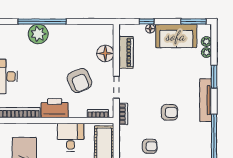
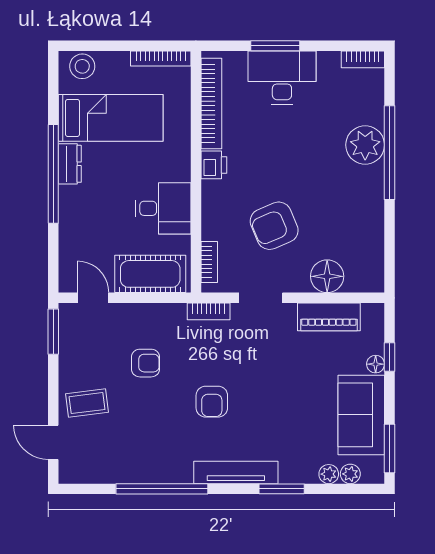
printer: (55, 108) -> (214, 165), width x0.53, depth x0.68
armchair: (150, 146) -> (146, 363), turned -90

